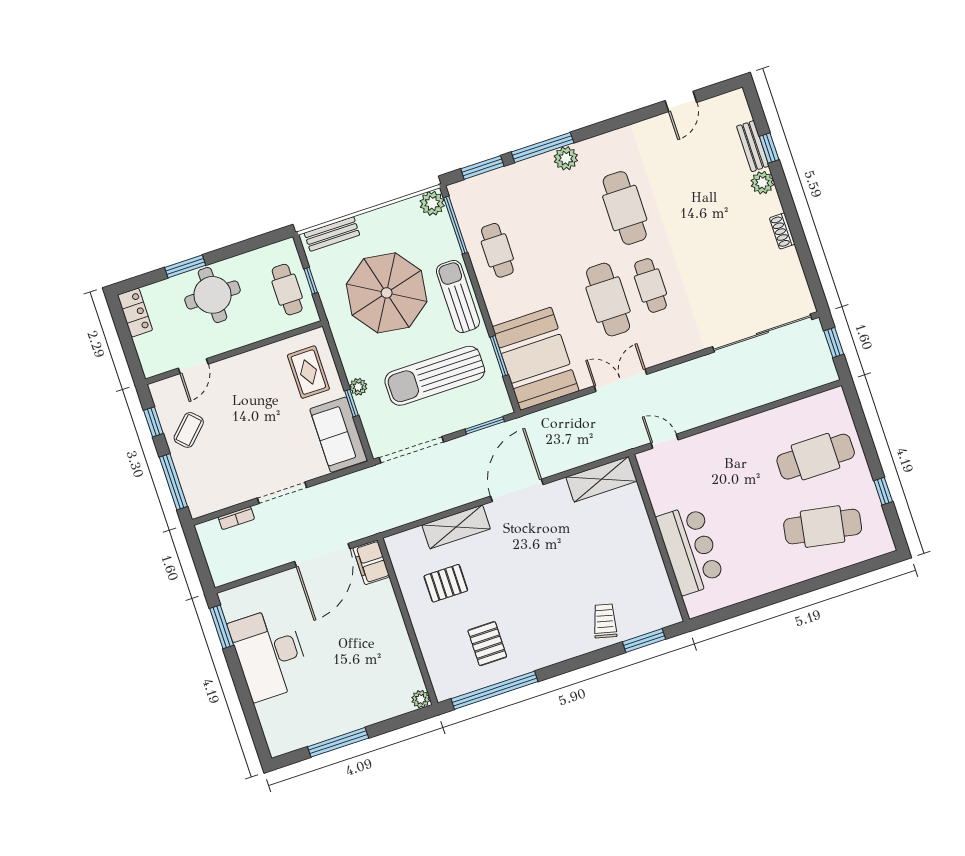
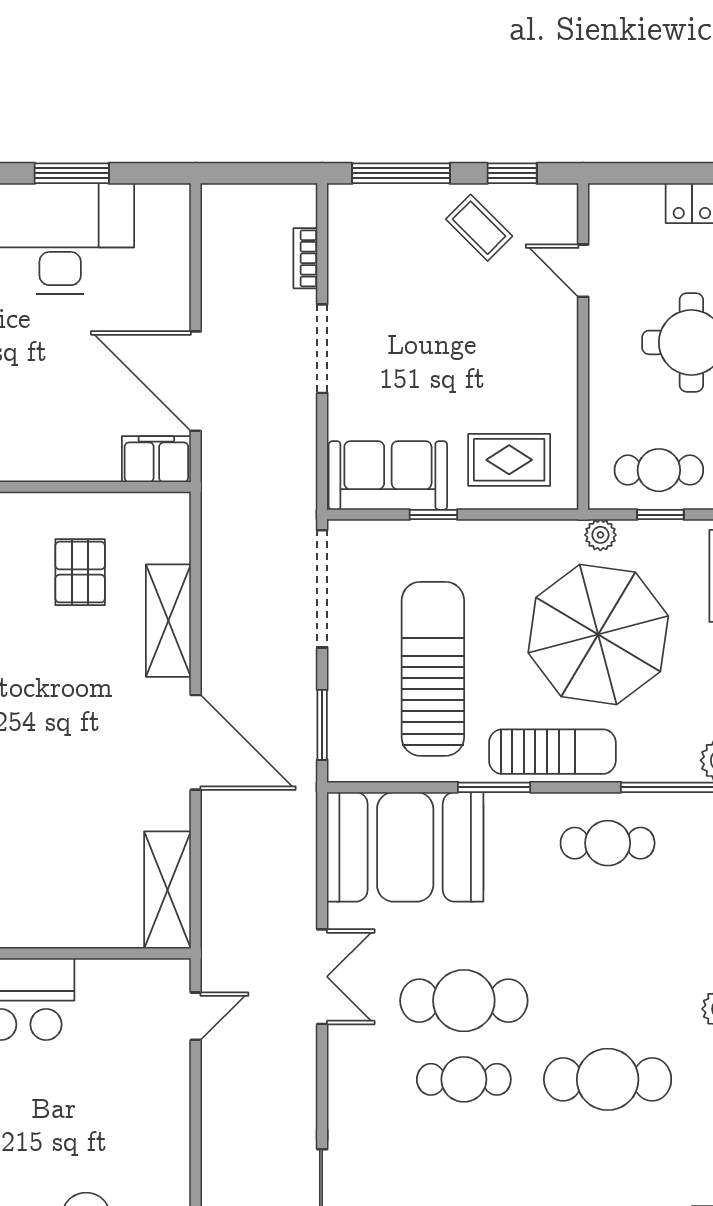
window: (499, 356) -> (494, 787), moved
plant: (358, 387) -> (600, 535), moved
window: (222, 627) -> (72, 173), moved

